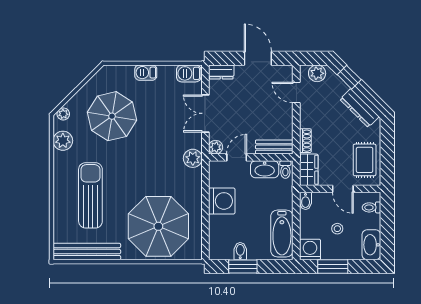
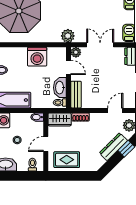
dresser: (359, 108) -> (113, 147), moved

